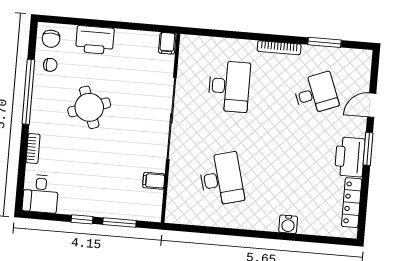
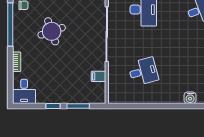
desk: (221, 179) -> (143, 72), width x0.73

